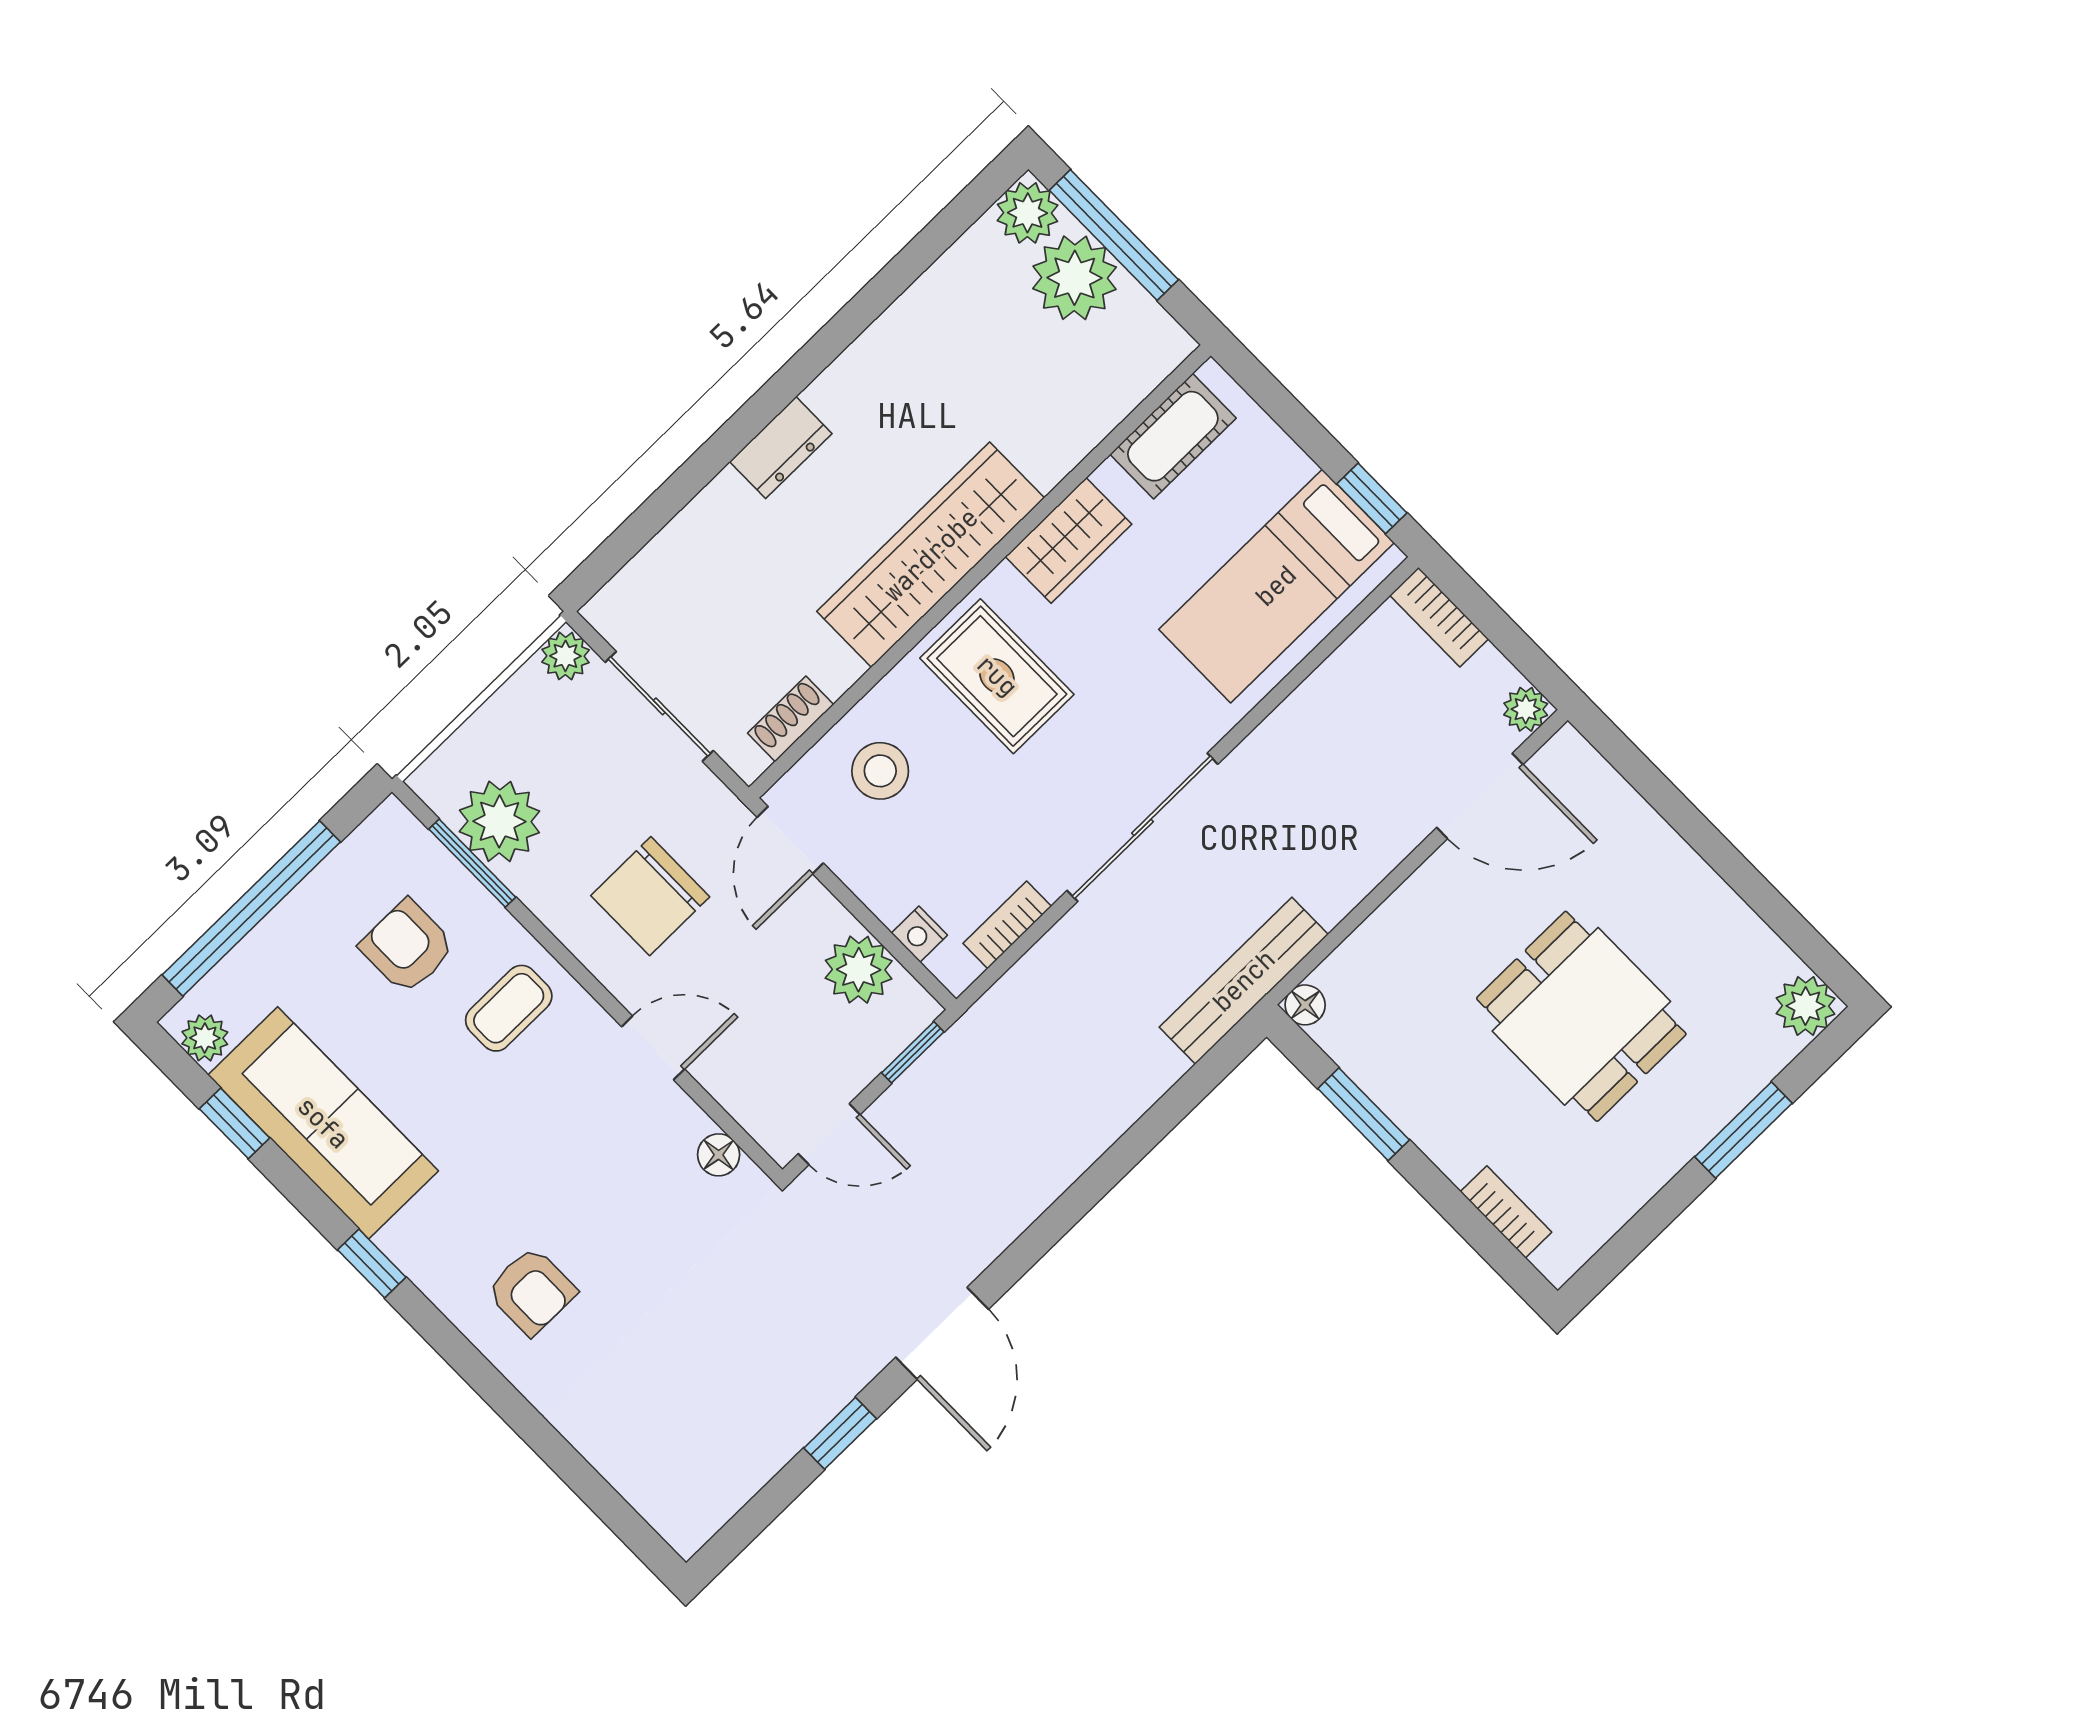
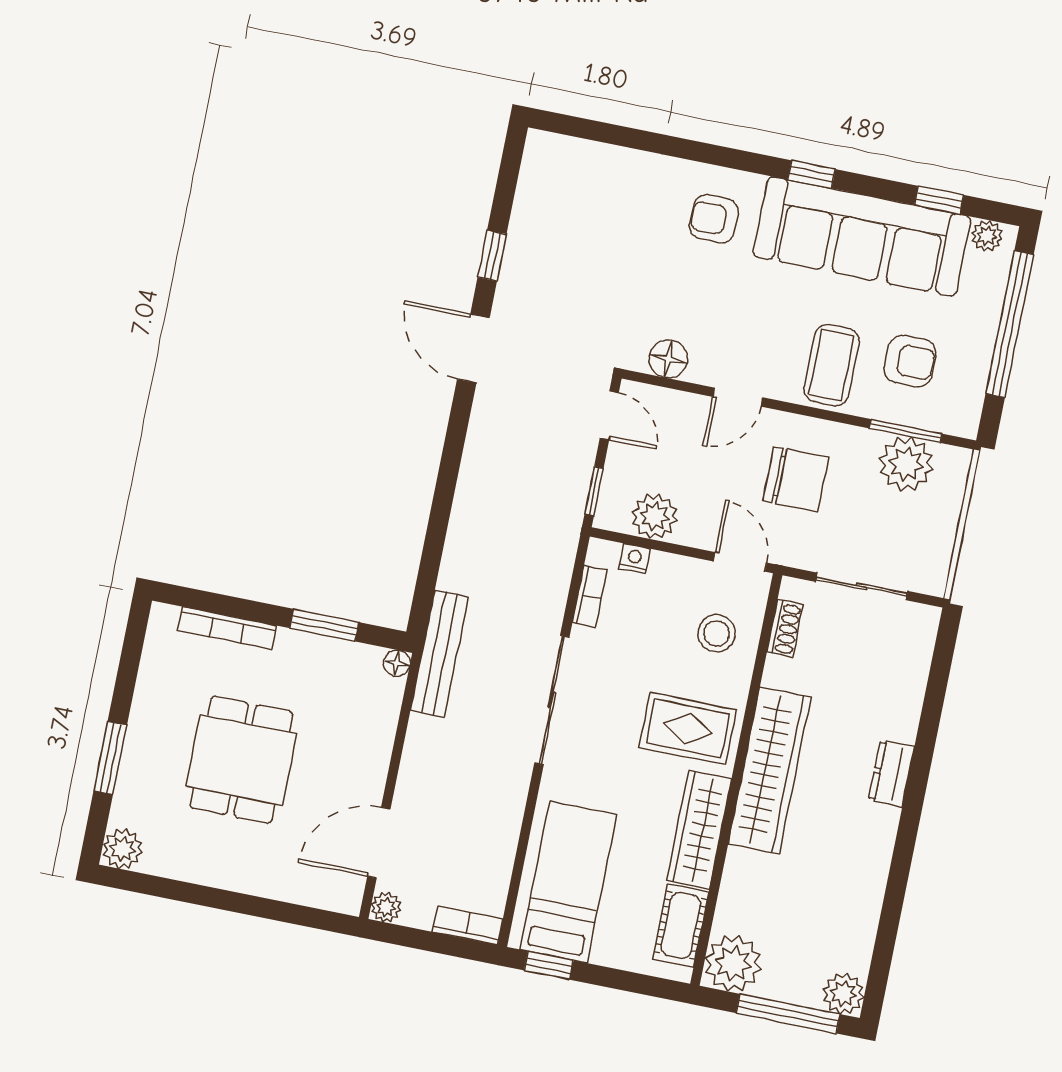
plant: (1075, 278) -> (733, 963), moved
wardrobe: (1069, 540) -> (699, 830), width x1.50
plant: (565, 656) -> (932, 579), removed
chair: (650, 896) -> (796, 479), turned 90
coffee table: (509, 1008) -> (832, 365), width x1.36, depth x1.30
dining table: (1581, 1016) -> (241, 760), turned 90
sofa: (323, 1123) -> (862, 236), width x1.36, depth x1.27
door: (829, 1134) -> (609, 415), swing flipped
floor lamp: (719, 1155) -> (668, 359), width x1.37, depth x1.37
bookcase: (1506, 1212) -> (227, 628), width x1.56

